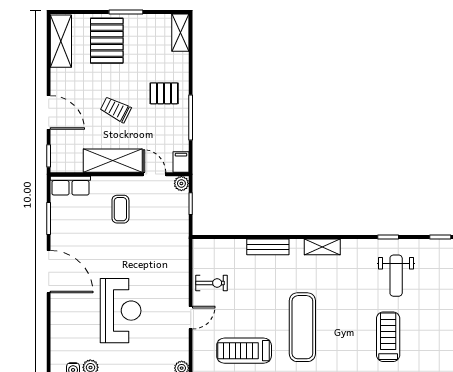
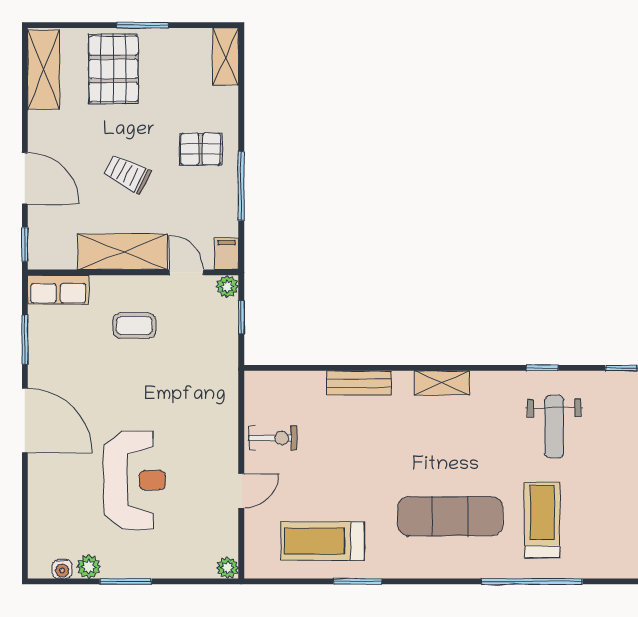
coffee table: (120, 209) -> (134, 326), turned 90
exercise mat: (302, 327) -> (450, 516), moved, turned 90

